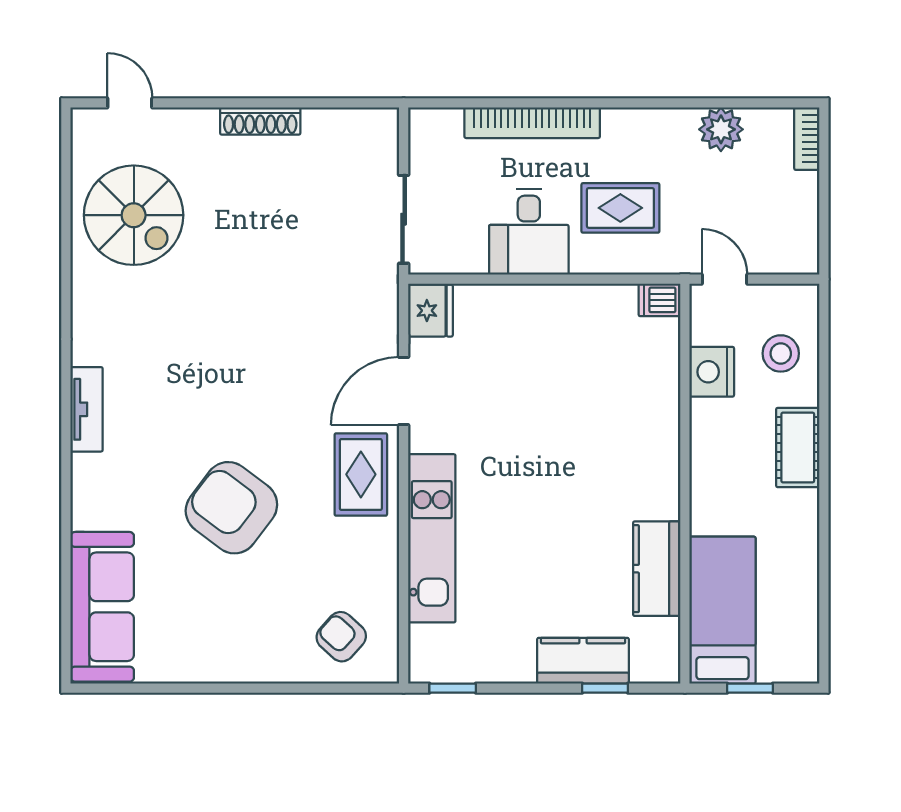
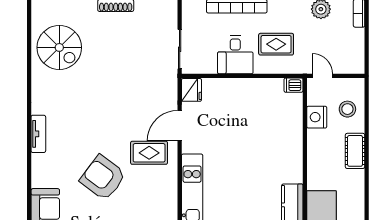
rug: (361, 474) -> (149, 153), moved, turned 90

